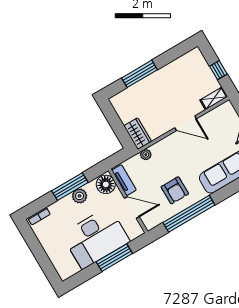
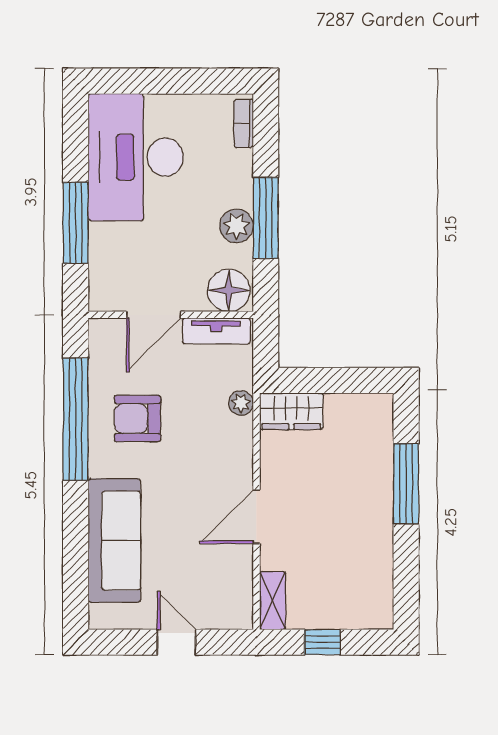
desk: (96, 238) -> (136, 157), moved

